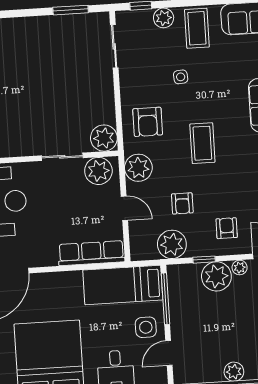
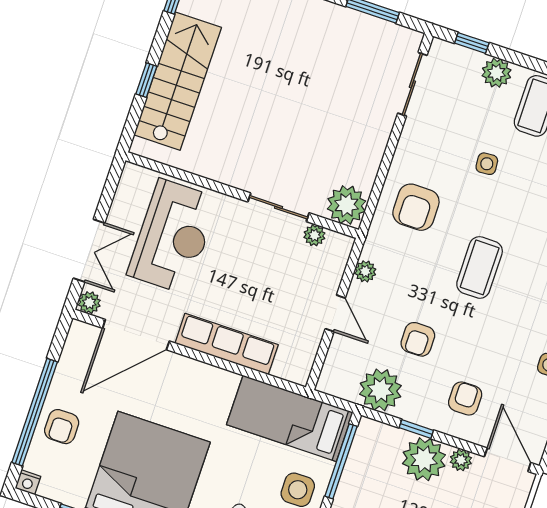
plant: (138, 168) -> (365, 271), width x0.53, depth x0.53
plant: (98, 171) -> (314, 235), width x0.53, depth x0.53
row of seats: (91, 253) -> (227, 344), moved

